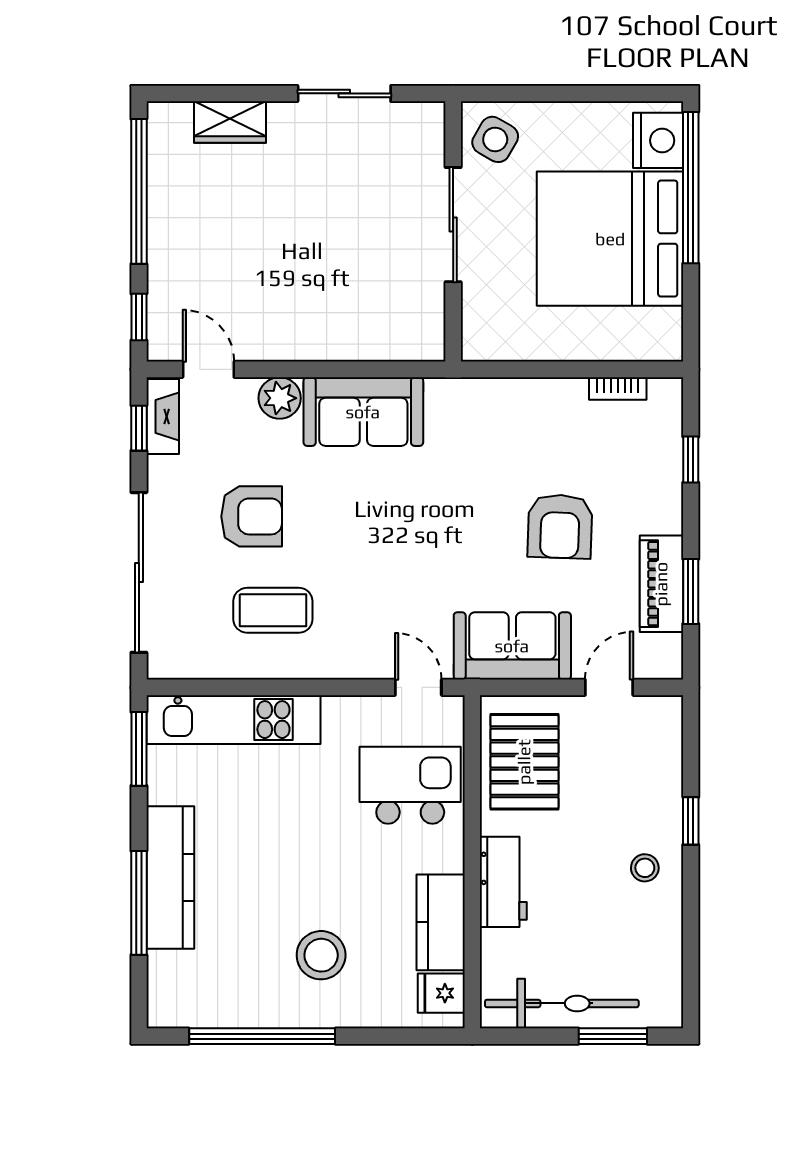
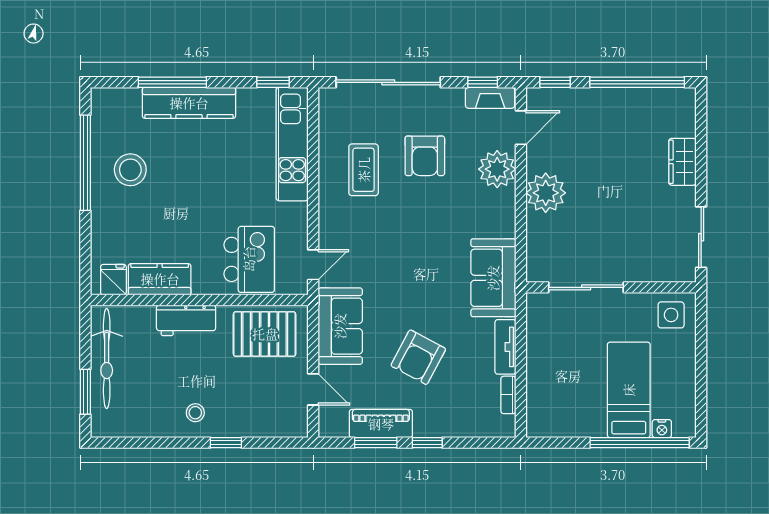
sliding door: (344, 93) -> (701, 237), moved
wardrobe: (230, 122) -> (682, 162), moved
side table: (495, 139) -> (671, 315), turned -30
nightstand: (658, 140) -> (662, 429), width x0.53, depth x0.56
sliding door: (453, 225) -> (586, 287), moved
bed: (610, 239) -> (629, 390), width x0.49
plant: (308, 331) -> (546, 193), added
tv unit: (544, 393) -> (505, 347), added
plant: (280, 398) -> (497, 169), width x1.36, depth x1.36
sofa: (363, 412) -> (493, 278), moved
window: (691, 460) -> (427, 443), moved
armchair: (560, 526) -> (418, 357), turned -64
window: (139, 749) -> (273, 82), width x0.67
stool: (321, 955) -> (130, 170), moved

